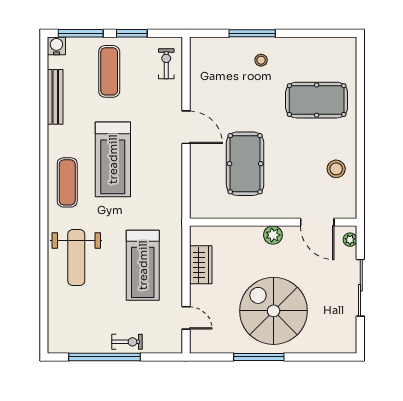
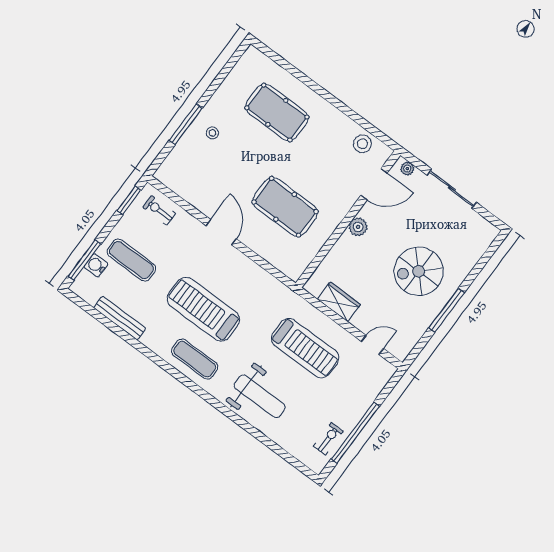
window: (132, 33) -> (129, 200), moved
water cooler: (56, 46) -> (96, 265), moved
pool table: (317, 100) -> (277, 112), turned 90
door: (186, 127) -> (221, 232), hinge flipped
treadmill: (113, 159) -> (203, 309), turned 180
stool: (336, 169) -> (362, 144), moved
spiral stairs: (274, 311) -> (419, 271), width x0.73, depth x0.73
exercise bike: (127, 342) -> (328, 439), moved

